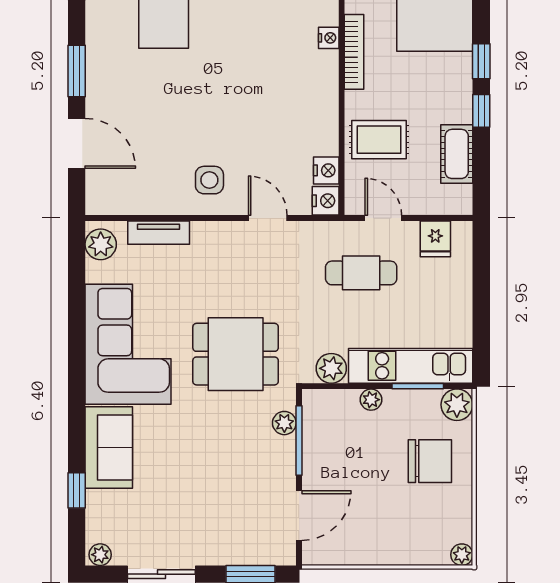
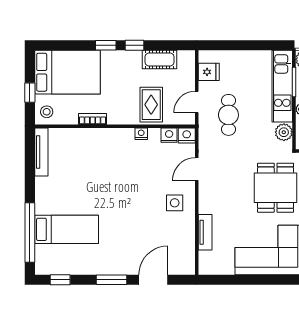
nightstand: (329, 38) -> (141, 134), moved
bookcase: (354, 52) -> (93, 119), width x0.64
plant: (101, 244) -> (212, 266), removed

